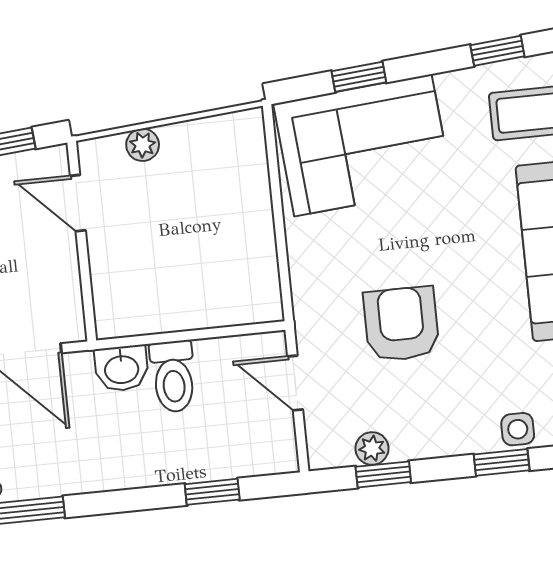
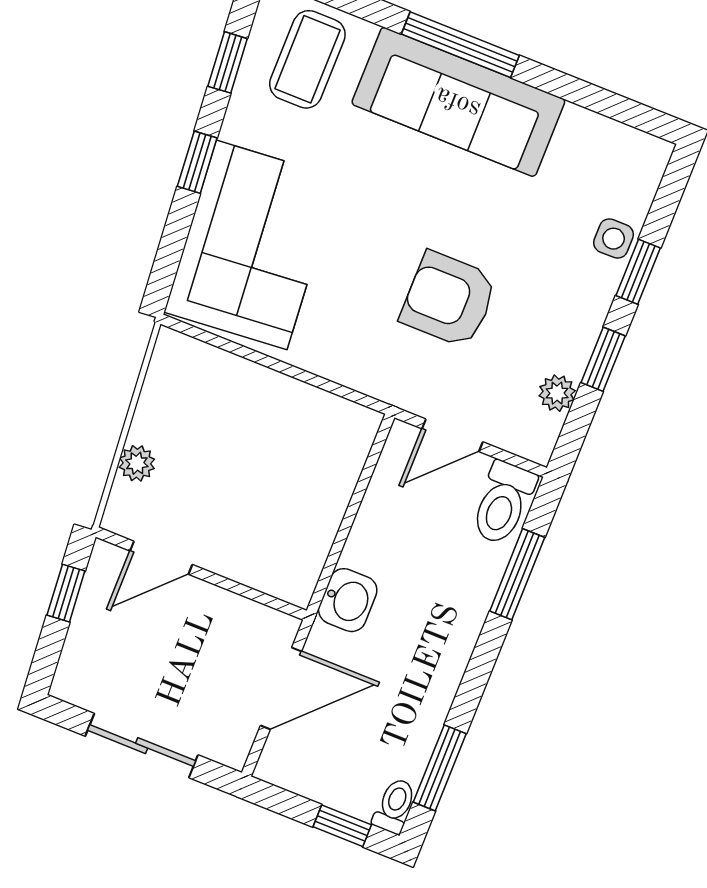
window: (359, 77) -> (197, 162), moved
toilet: (173, 376) -> (503, 503), moved, turned 90
window: (383, 474) -> (603, 359), moved
window: (212, 492) -> (517, 574), width x1.50

